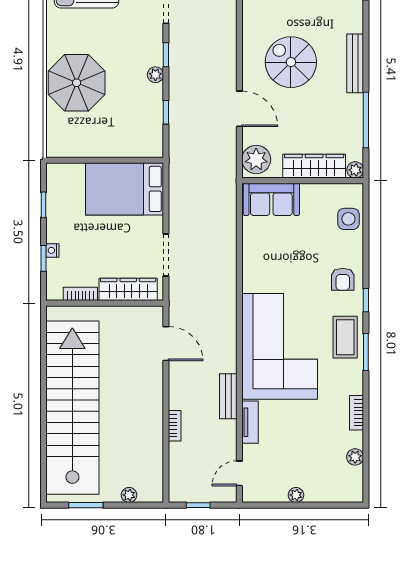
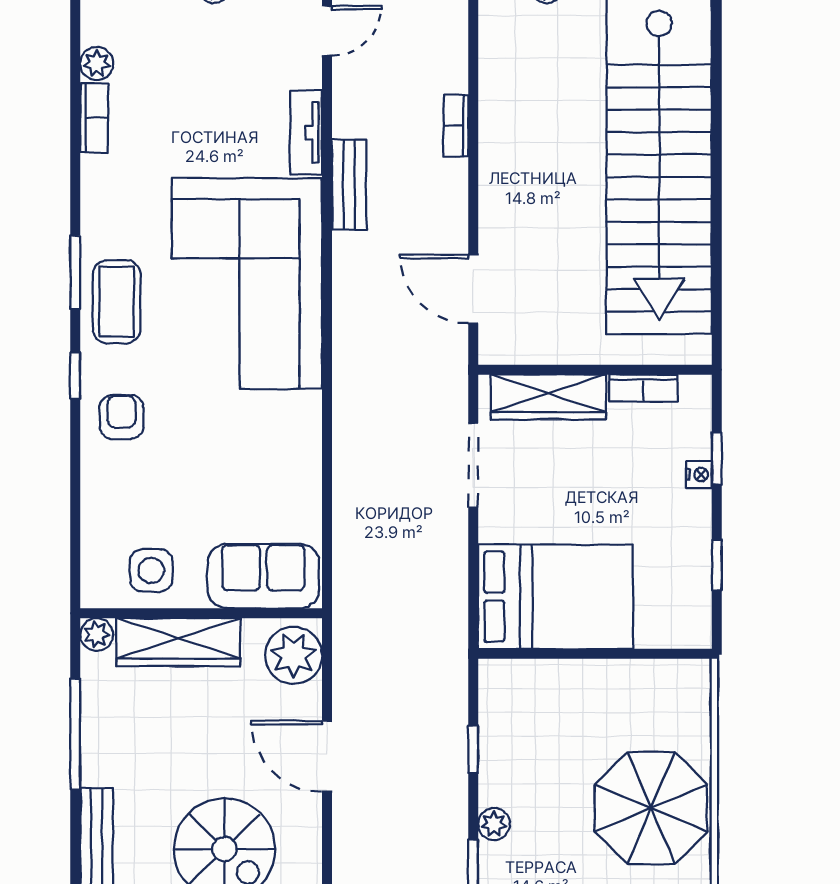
side table: (348, 219) -> (151, 570), moved
bookcase: (356, 413) -> (94, 118), moved

